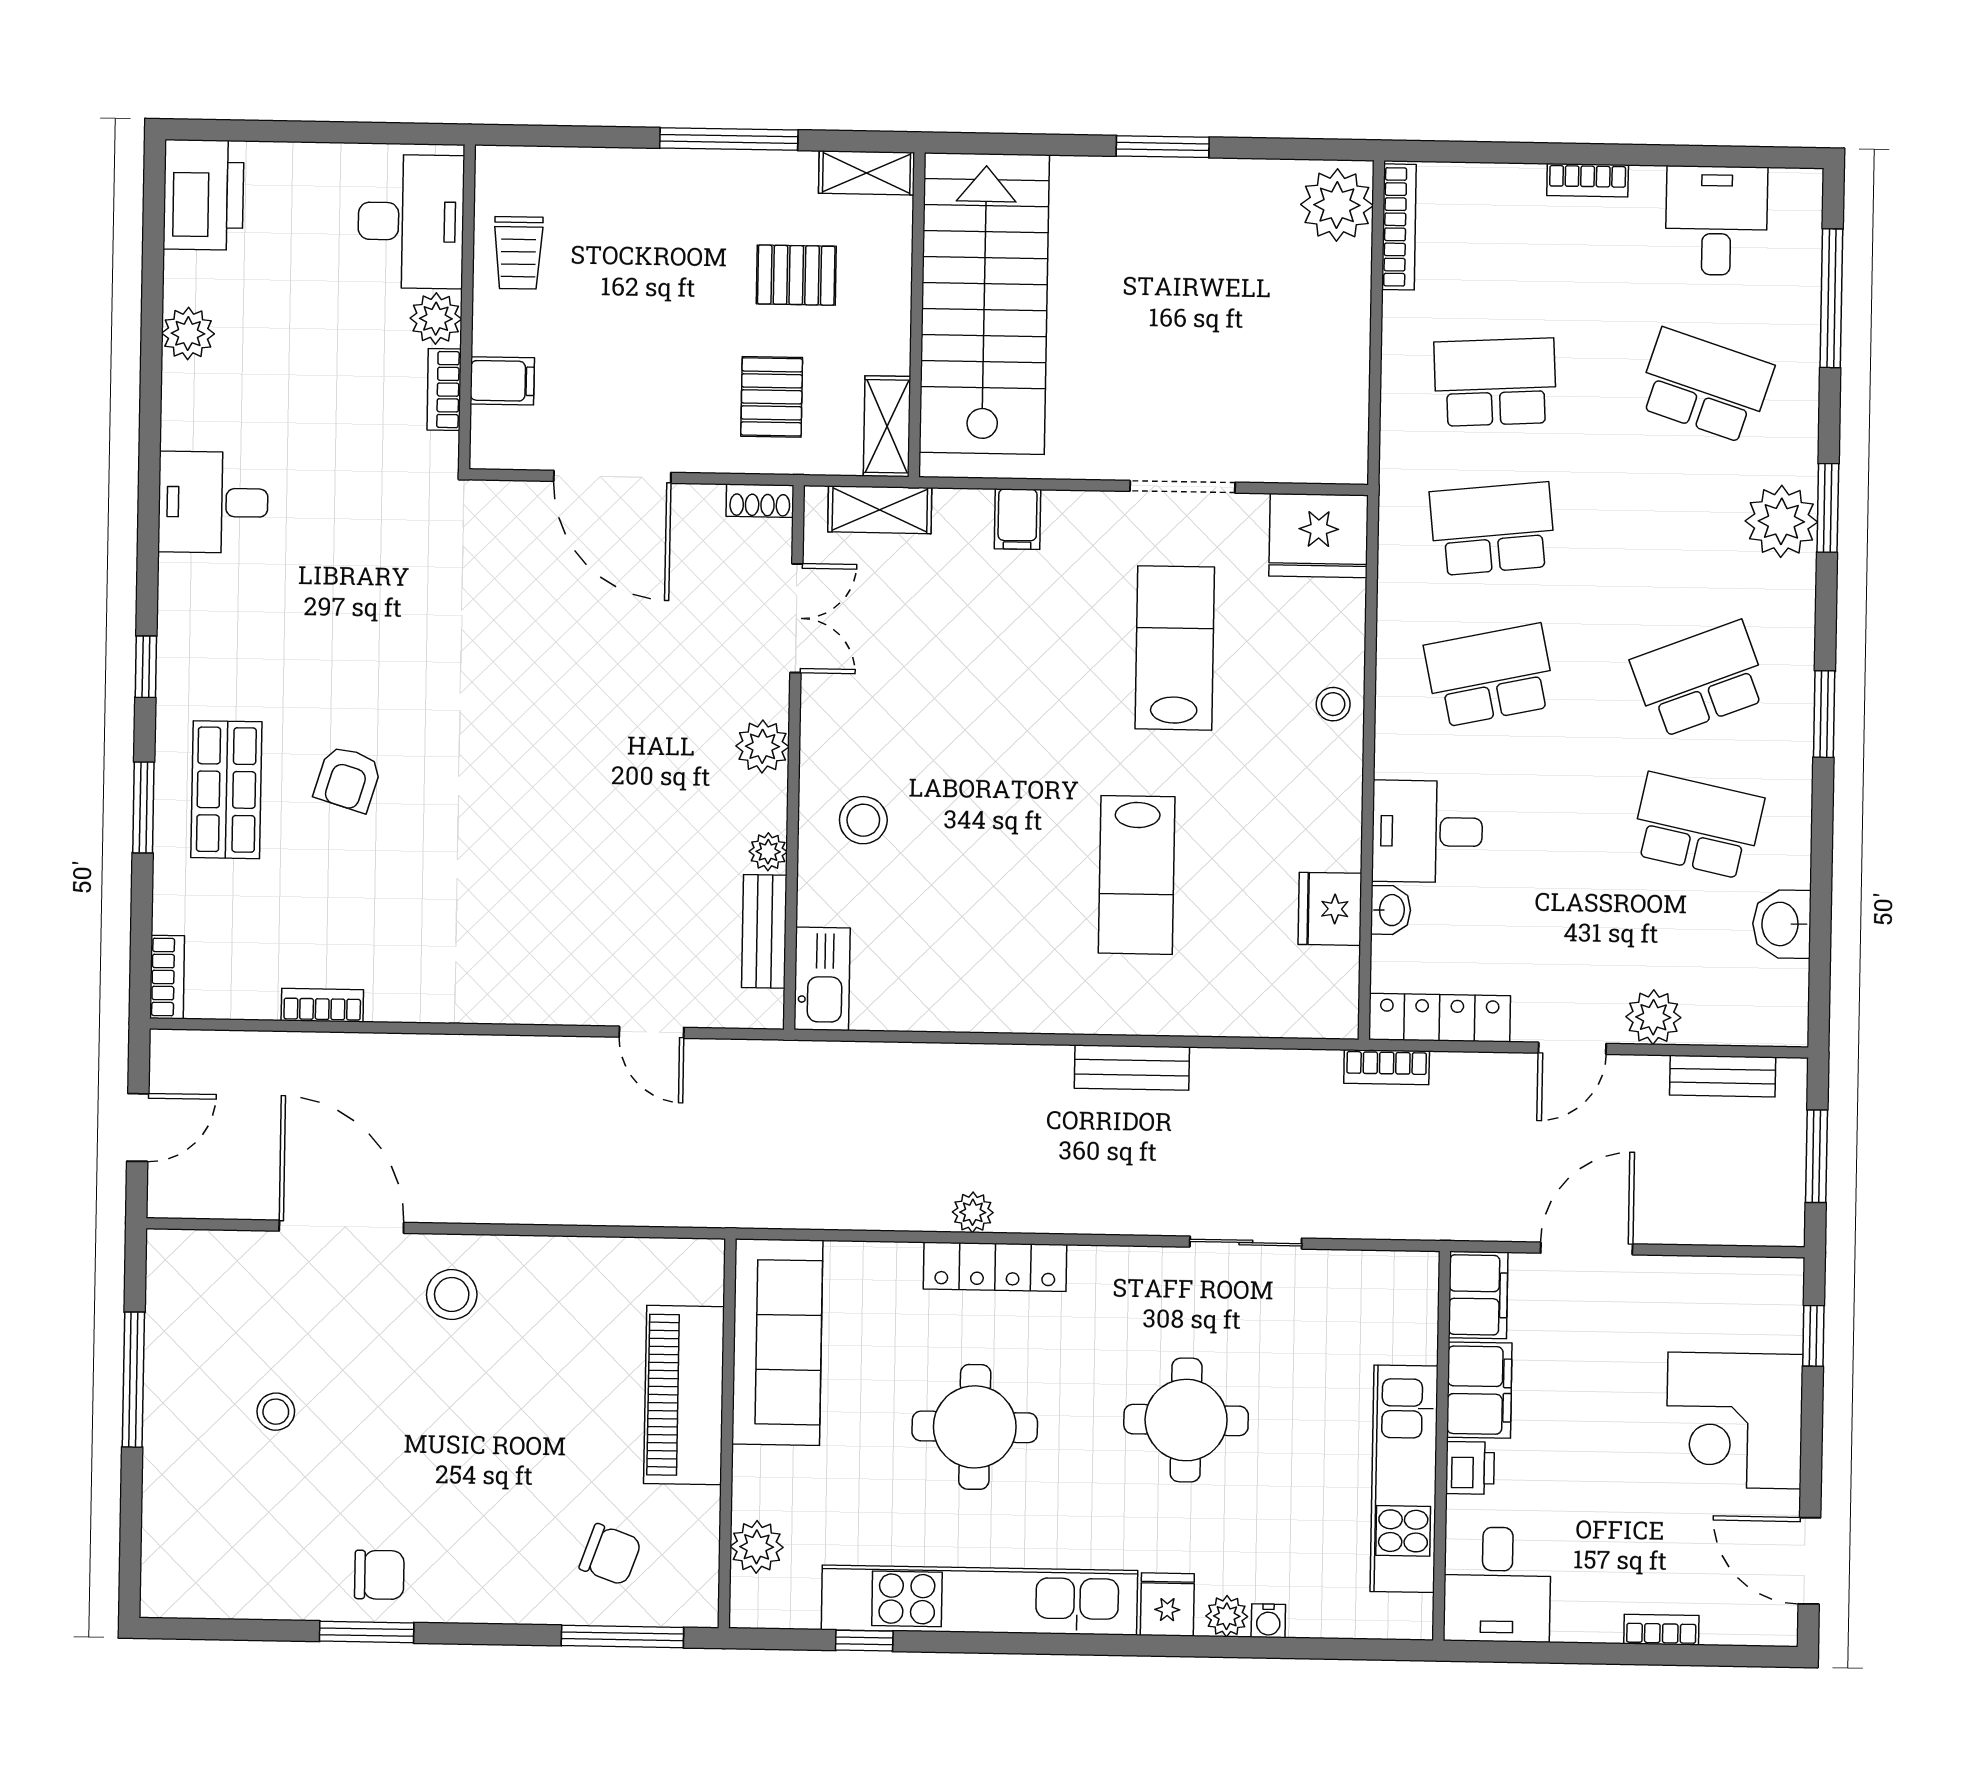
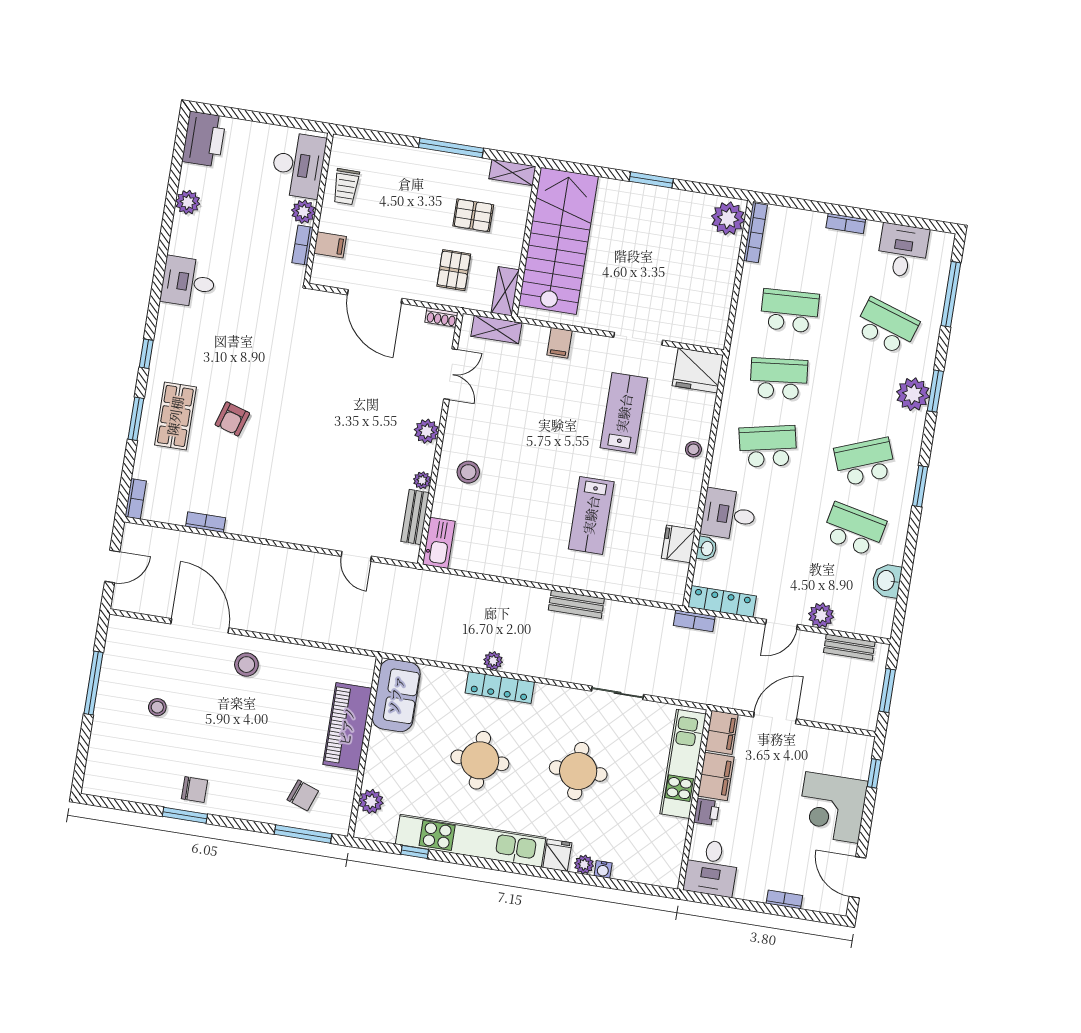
sofa: (777, 1342) -> (396, 695), width x0.73
kitchen unit: (1404, 1479) -> (683, 764), moved

